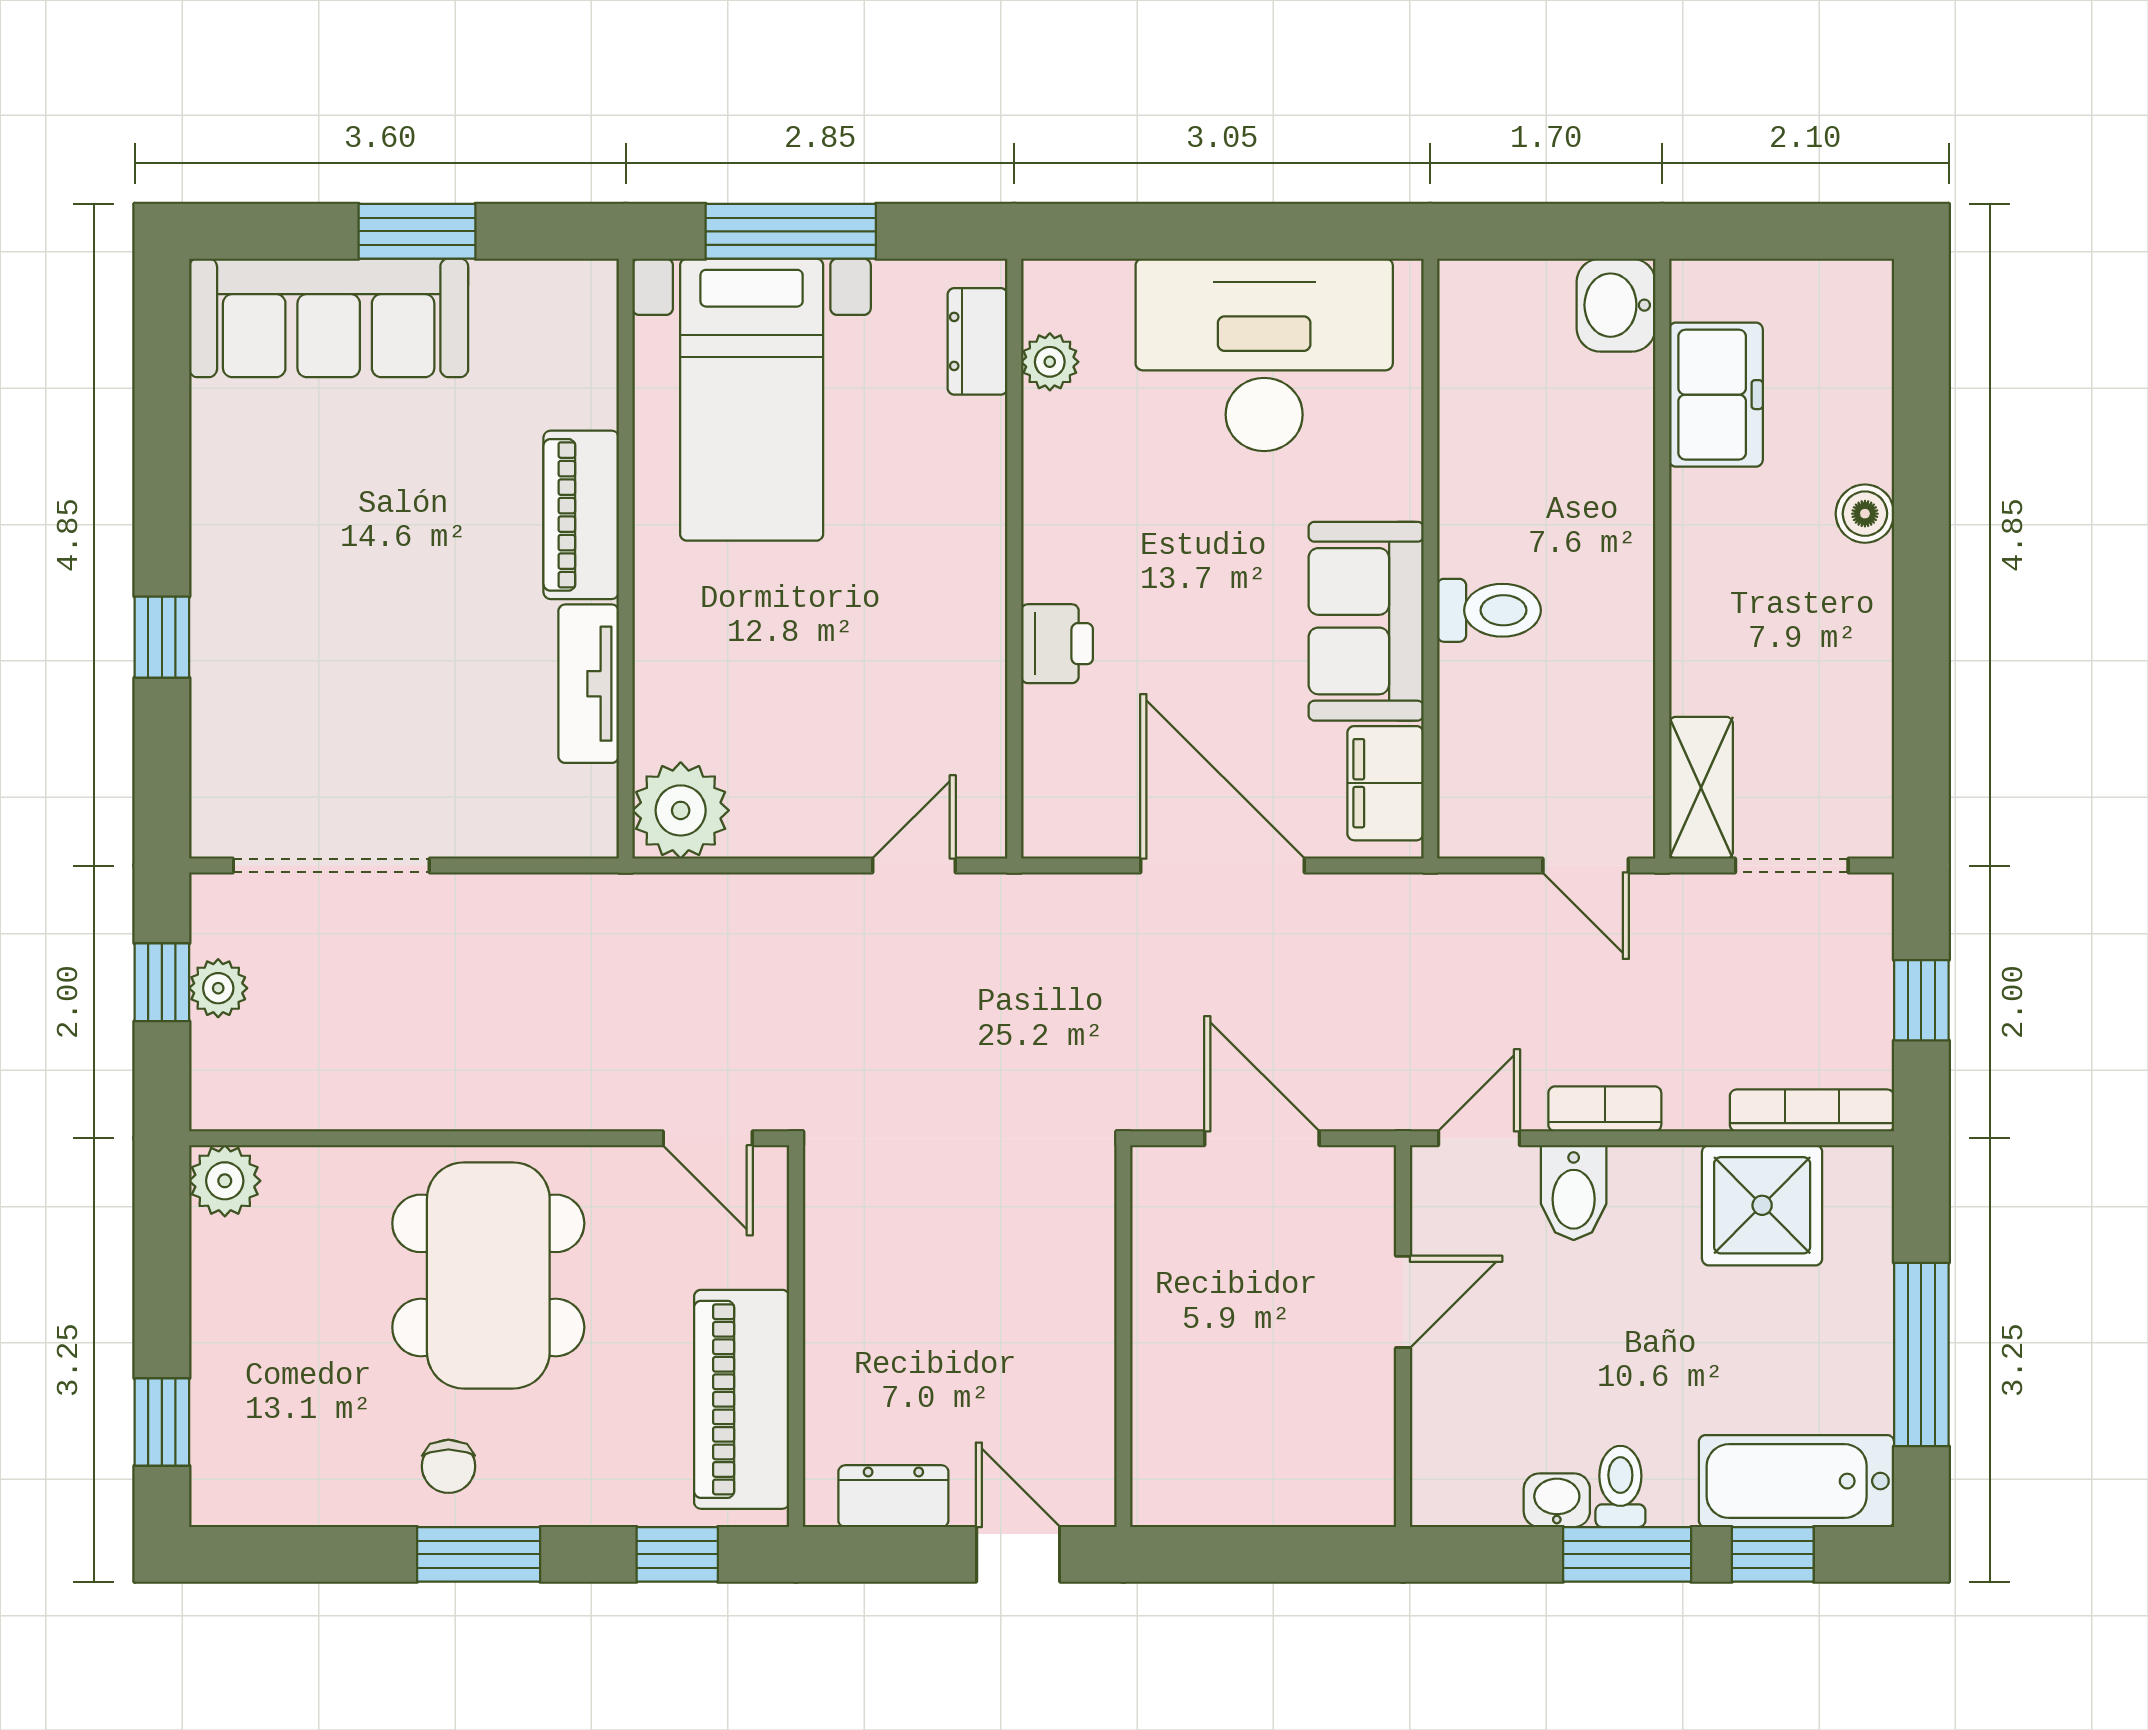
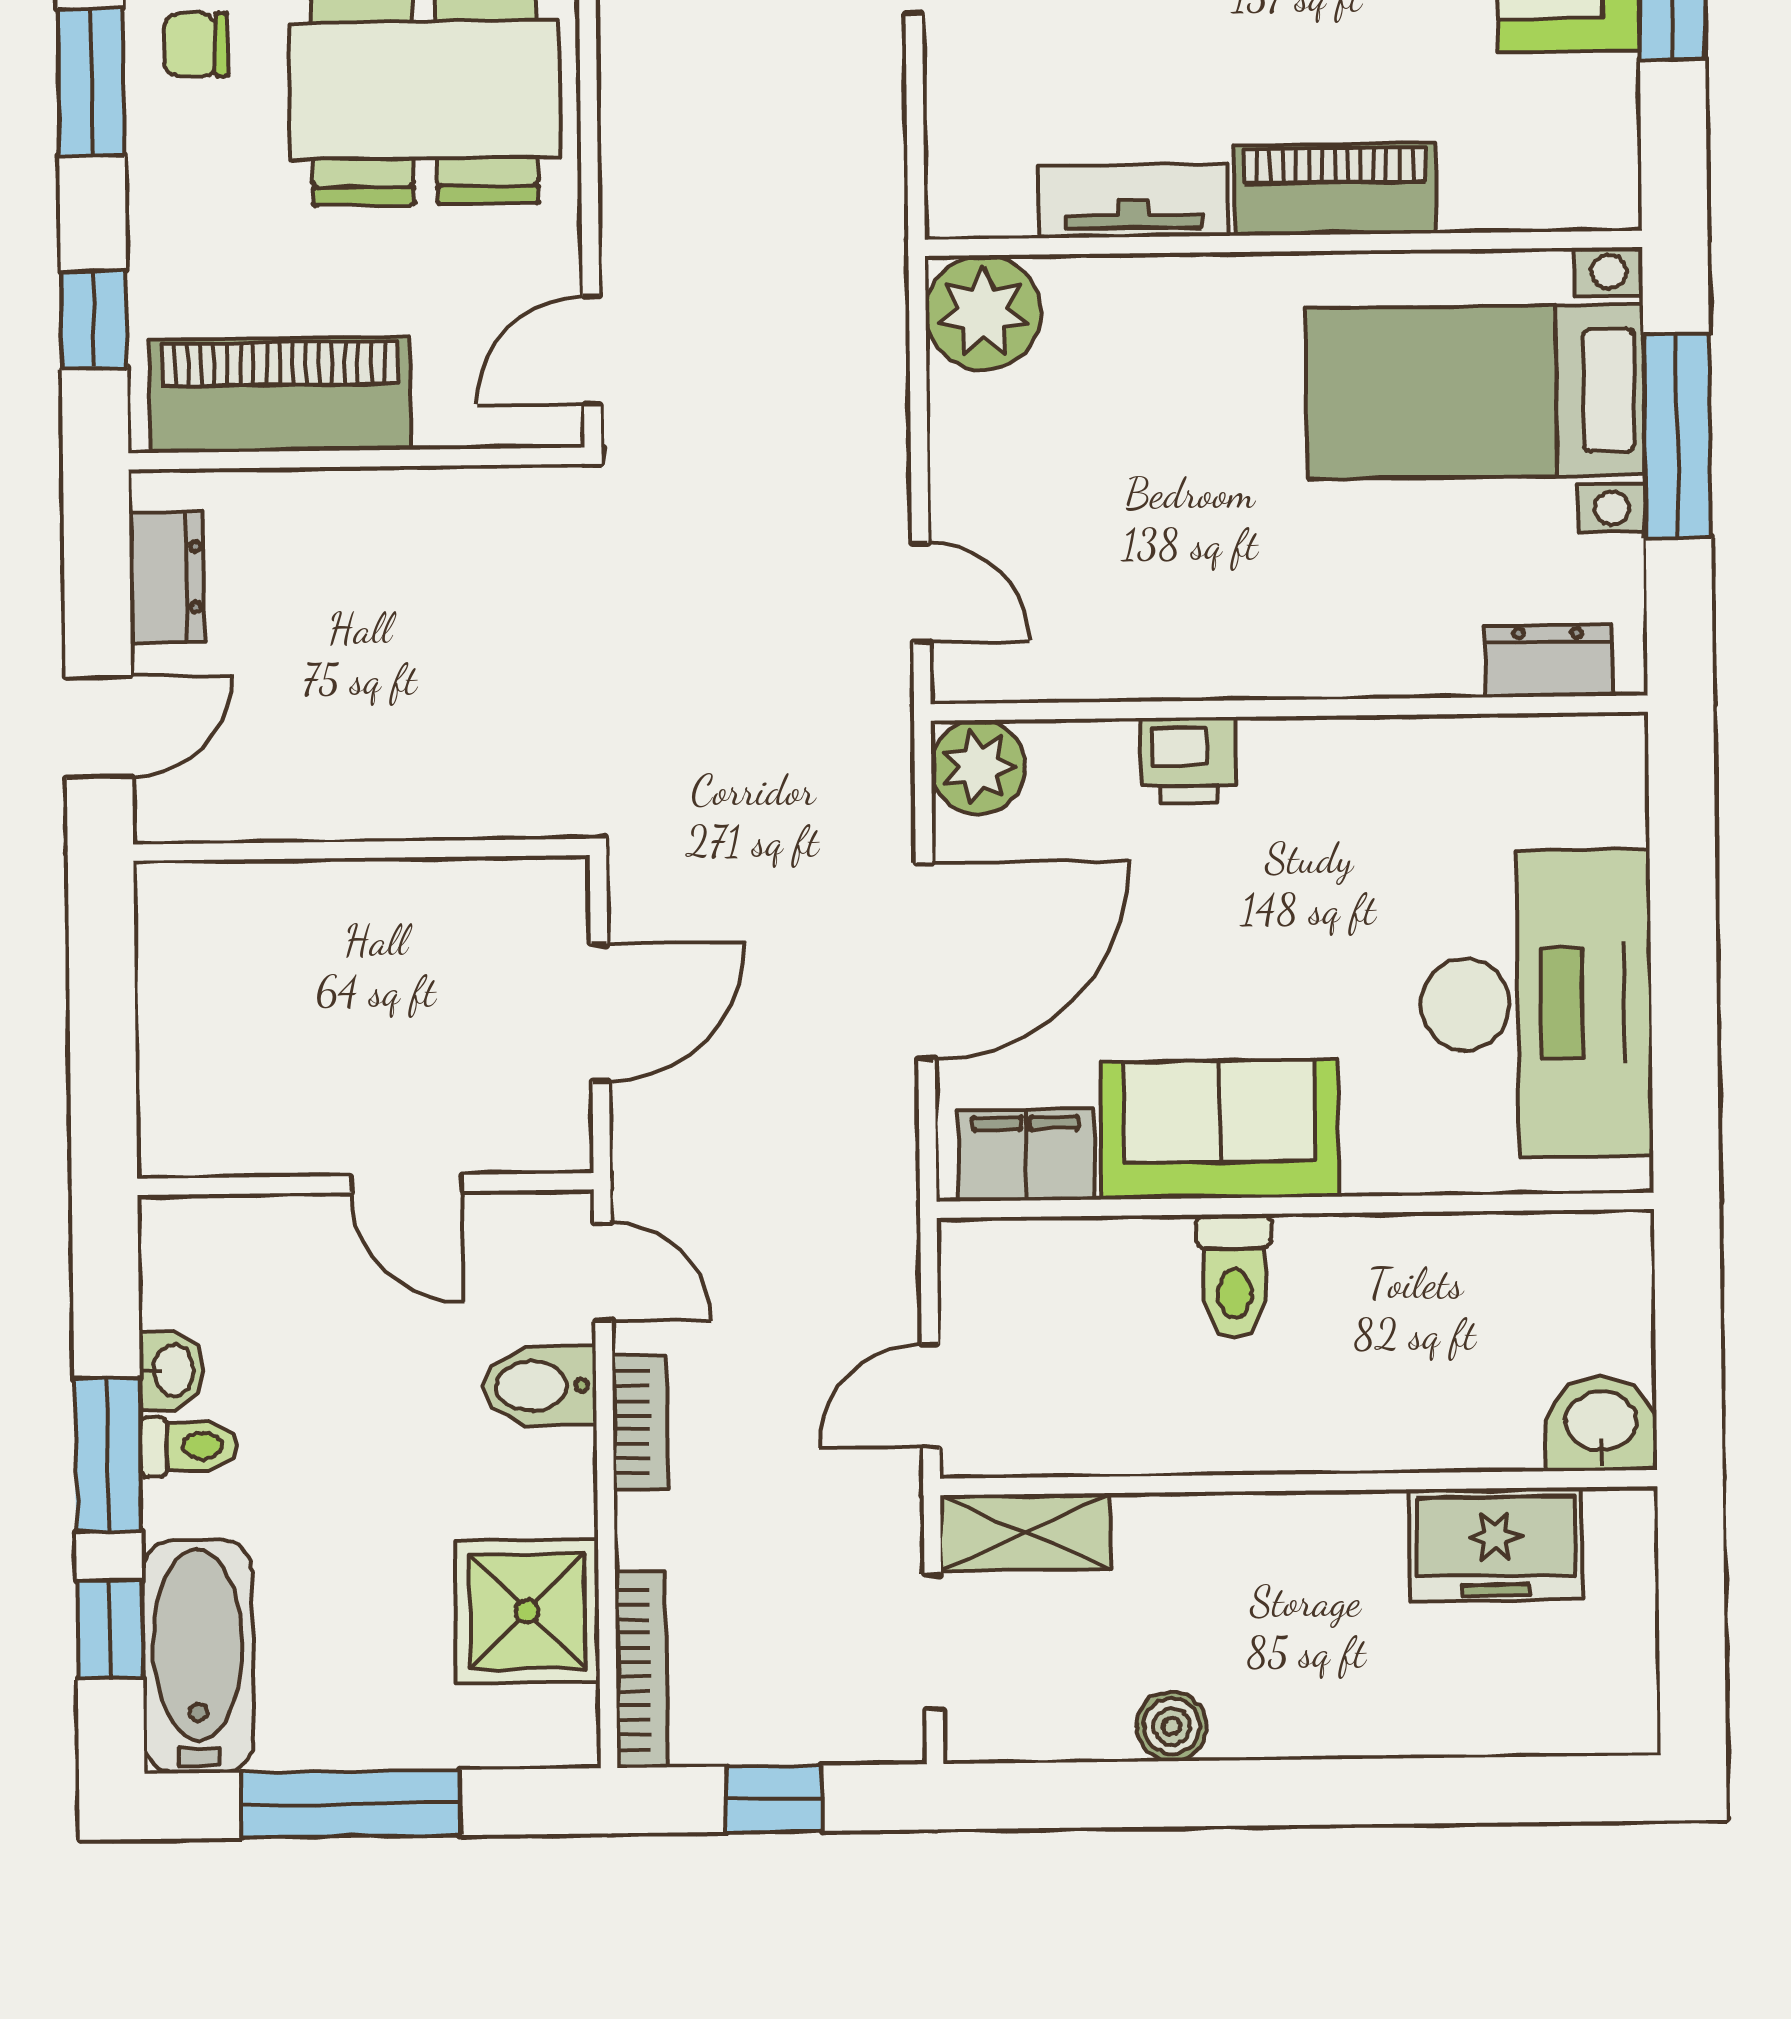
plant: (1050, 362) -> (978, 767), moved, width x1.38, depth x1.38
boiler: (1865, 514) -> (1172, 1726), moved

